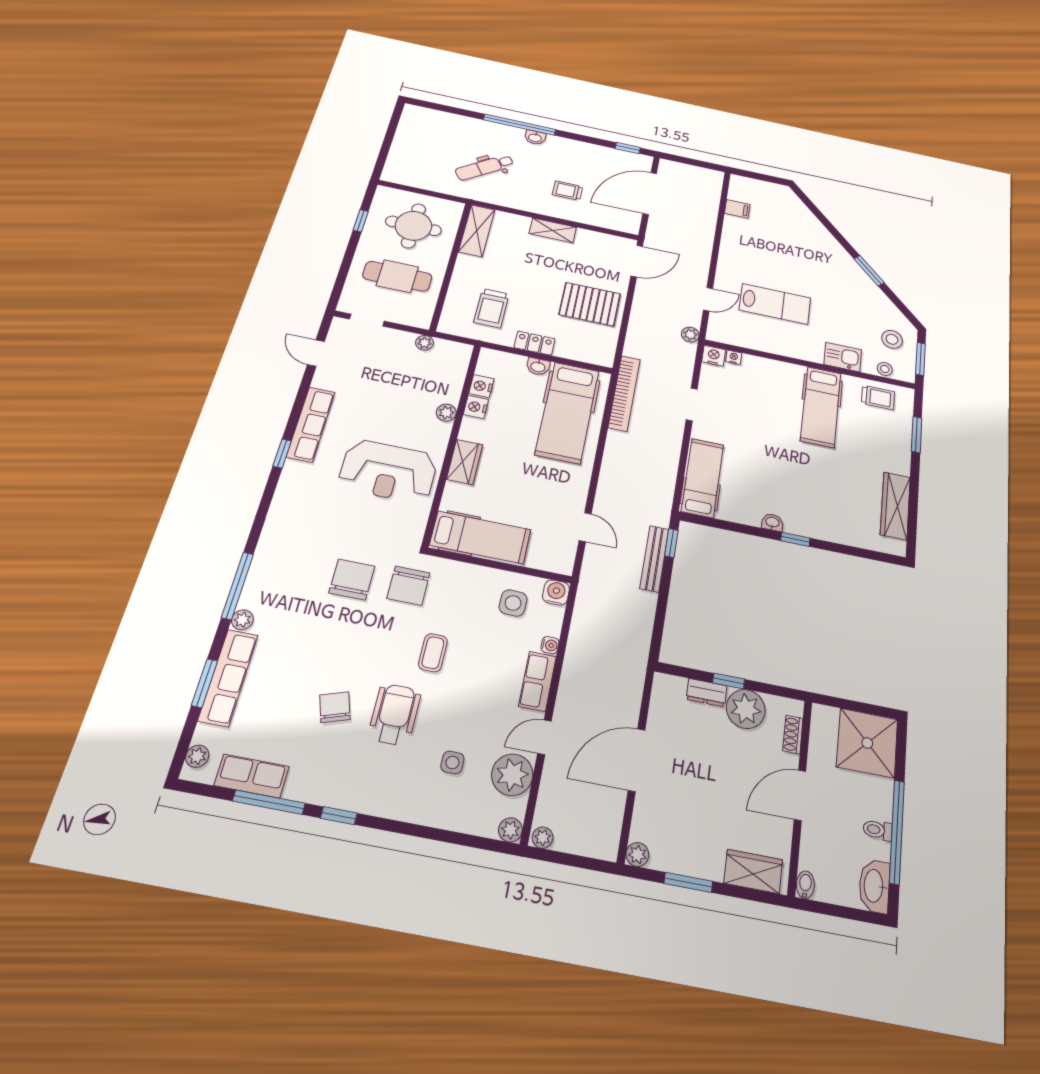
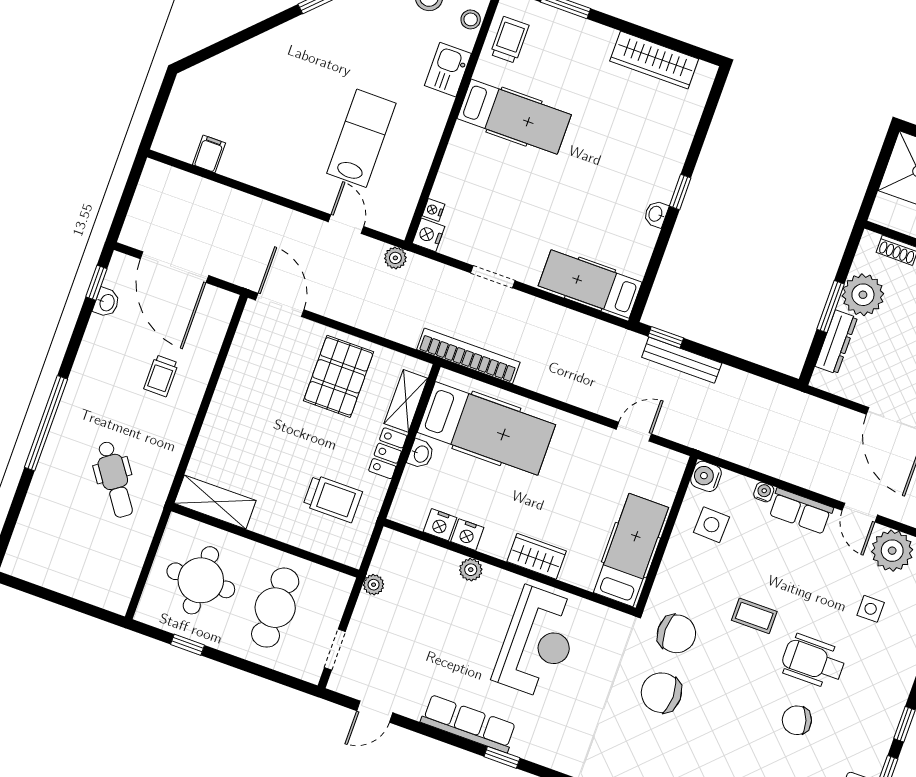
washbasin: (535, 138) -> (107, 302), moved
shelving: (553, 230) -> (406, 401), moved
window: (729, 681) -> (831, 307), width x1.50
dresser: (707, 693) -> (836, 342), width x1.44

